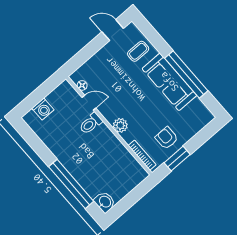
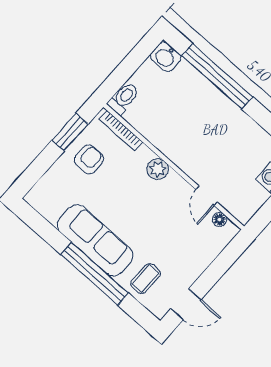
window: (186, 75) -> (95, 274), moved
door: (89, 103) -> (207, 196), hinge flipped
toilet: (91, 123) -> (124, 98), moved
armchair: (167, 138) -> (89, 159), turned -90

